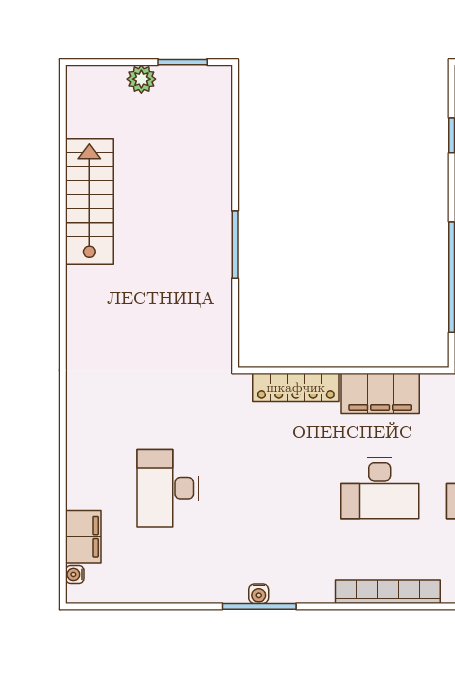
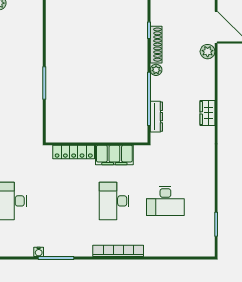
desk: (380, 488) -> (114, 201), turned 90
water cooler: (259, 594) -> (39, 252), moved

